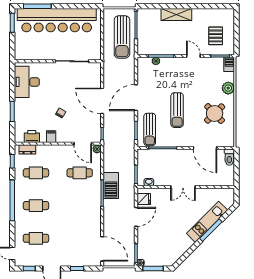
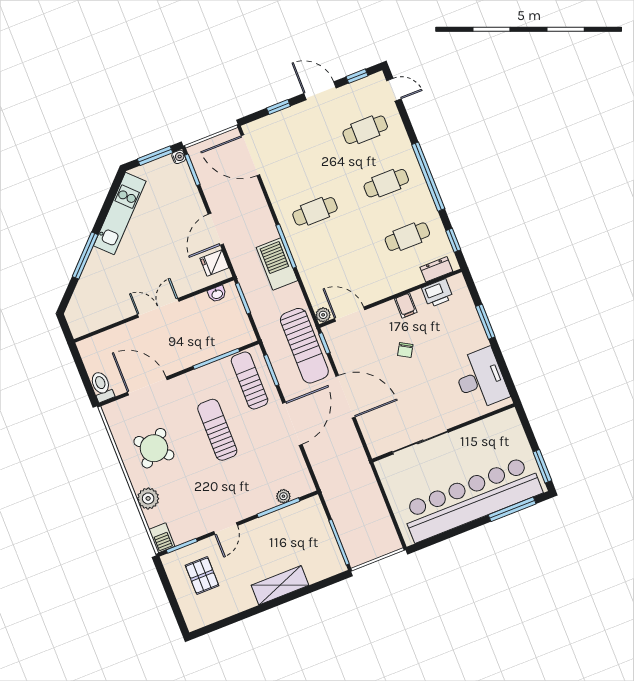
sun lounger: (122, 37) -> (304, 346), moved, turned 180
door: (193, 56) -> (226, 529), hinge flipped
cafe table: (80, 173) -> (315, 211), moved
kitchen unit: (207, 222) -> (120, 214), moved

